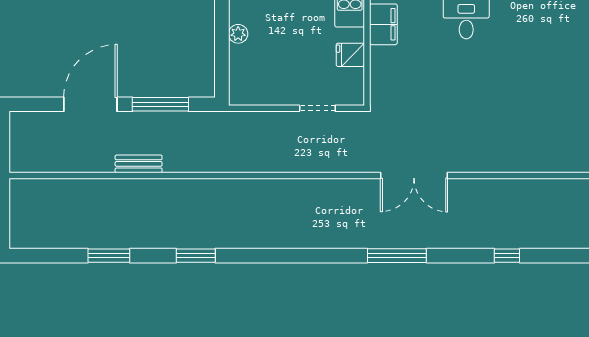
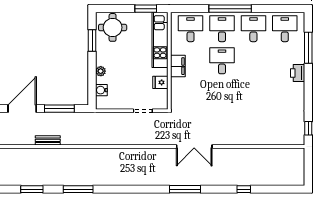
water cooler: (240, 69) -> (101, 90), added
window: (196, 256) -> (78, 189), width x1.44

